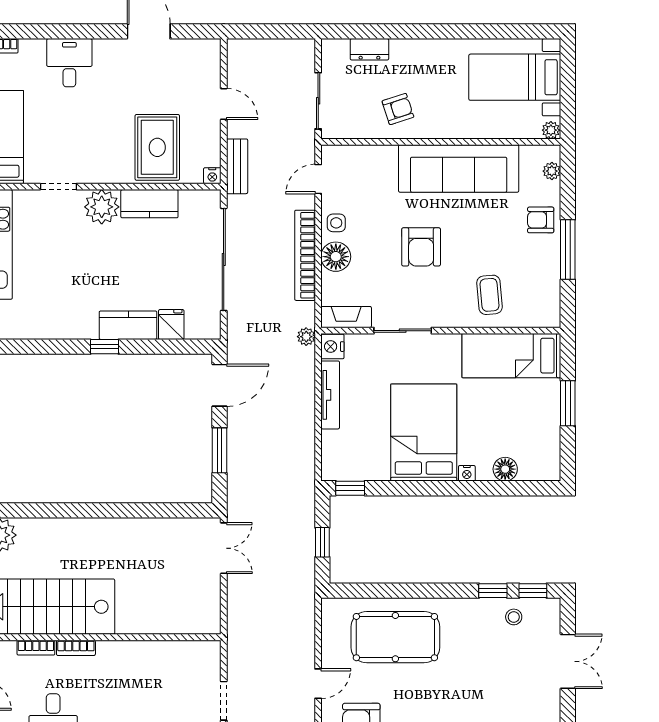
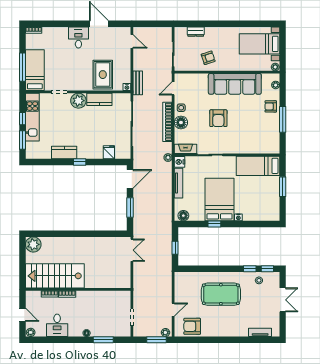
desk: (69, 63) -> (78, 38), moved
door: (224, 104) -> (132, 41), moved
coffee table: (489, 295) -> (248, 139), removed
kitchen counter: (128, 325) -> (64, 153), moved
floor lamp: (505, 469) -> (183, 216), moved
window: (350, 488) -> (214, 224), moved
pool table: (395, 637) -> (221, 294), moved

